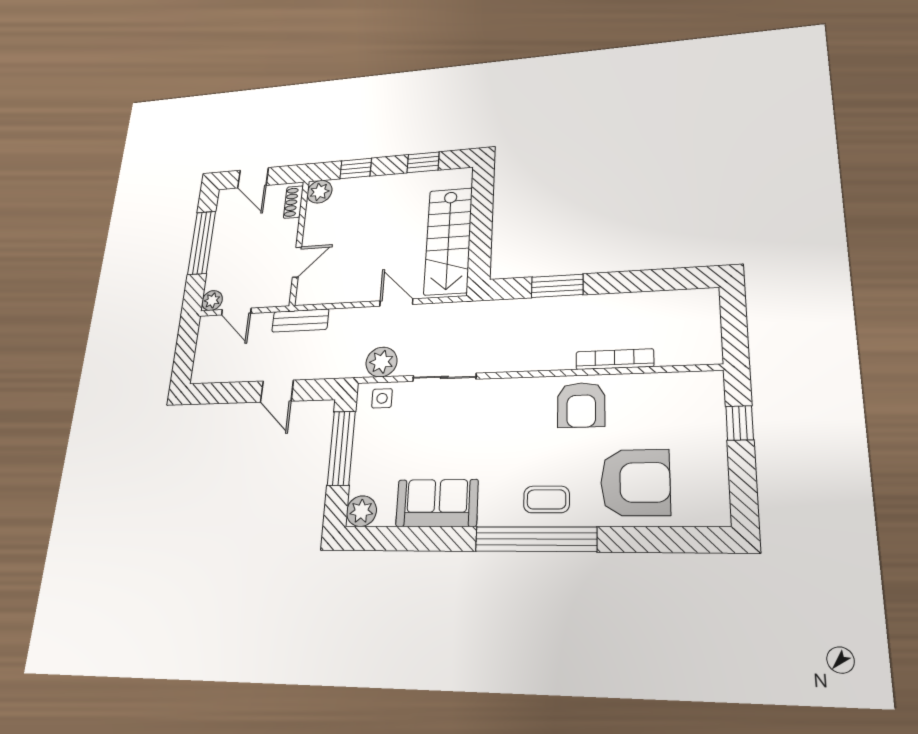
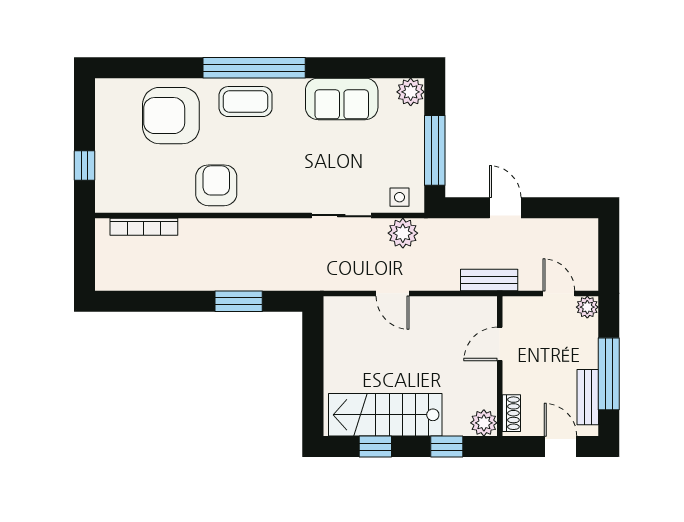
bench: (223, 221) -> (588, 397), added
stairs: (448, 241) -> (385, 415), moved, turned -90
bookcase: (615, 359) -> (144, 227), moved
coffee table: (546, 499) -> (246, 102), width x1.36, depth x1.30

